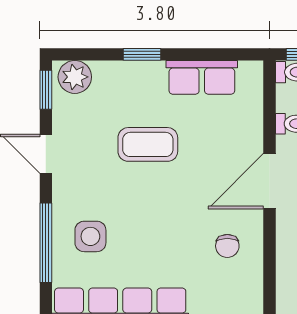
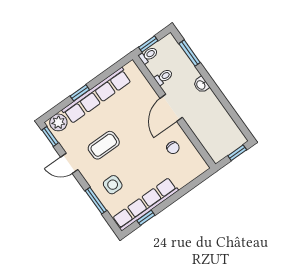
row of seats: (202, 77) -> (97, 95), width x2.02
coffee table: (148, 144) -> (104, 145), moved
window: (46, 243) -> (96, 201), width x0.69

